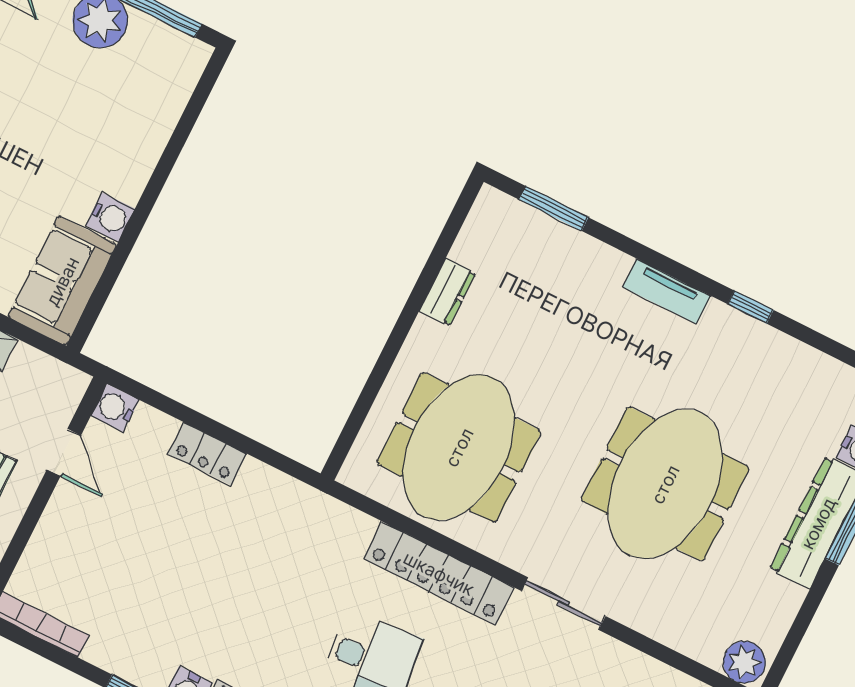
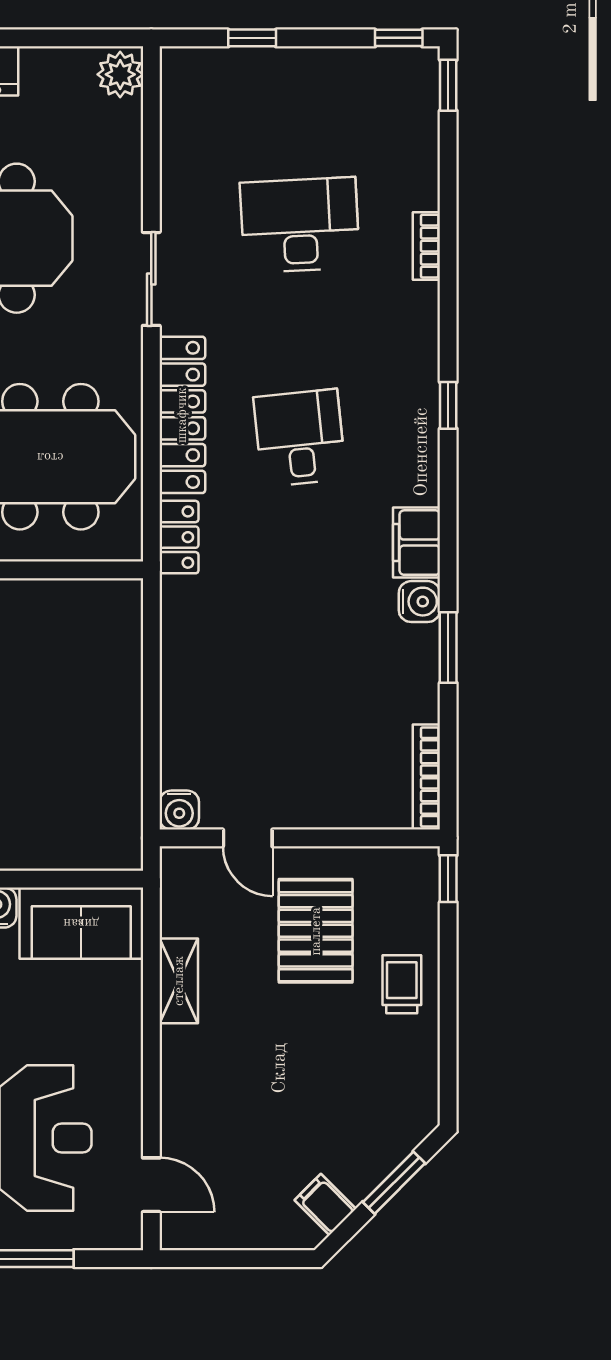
door: (64, 453) -> (248, 838), swing flipped
locker: (207, 454) -> (179, 537), moved

